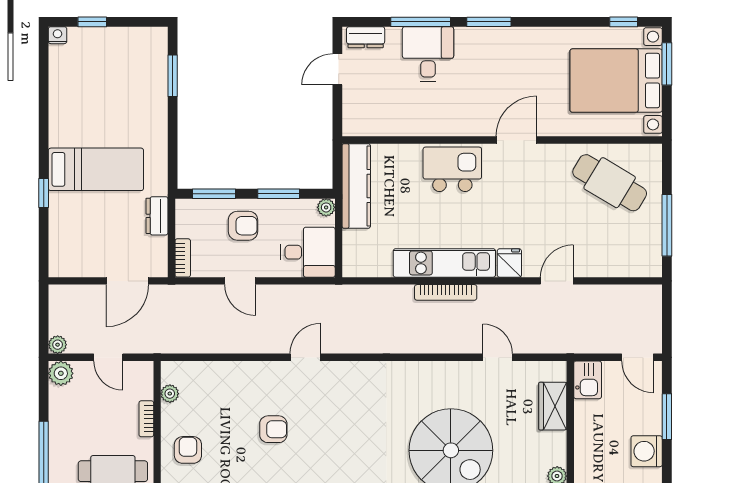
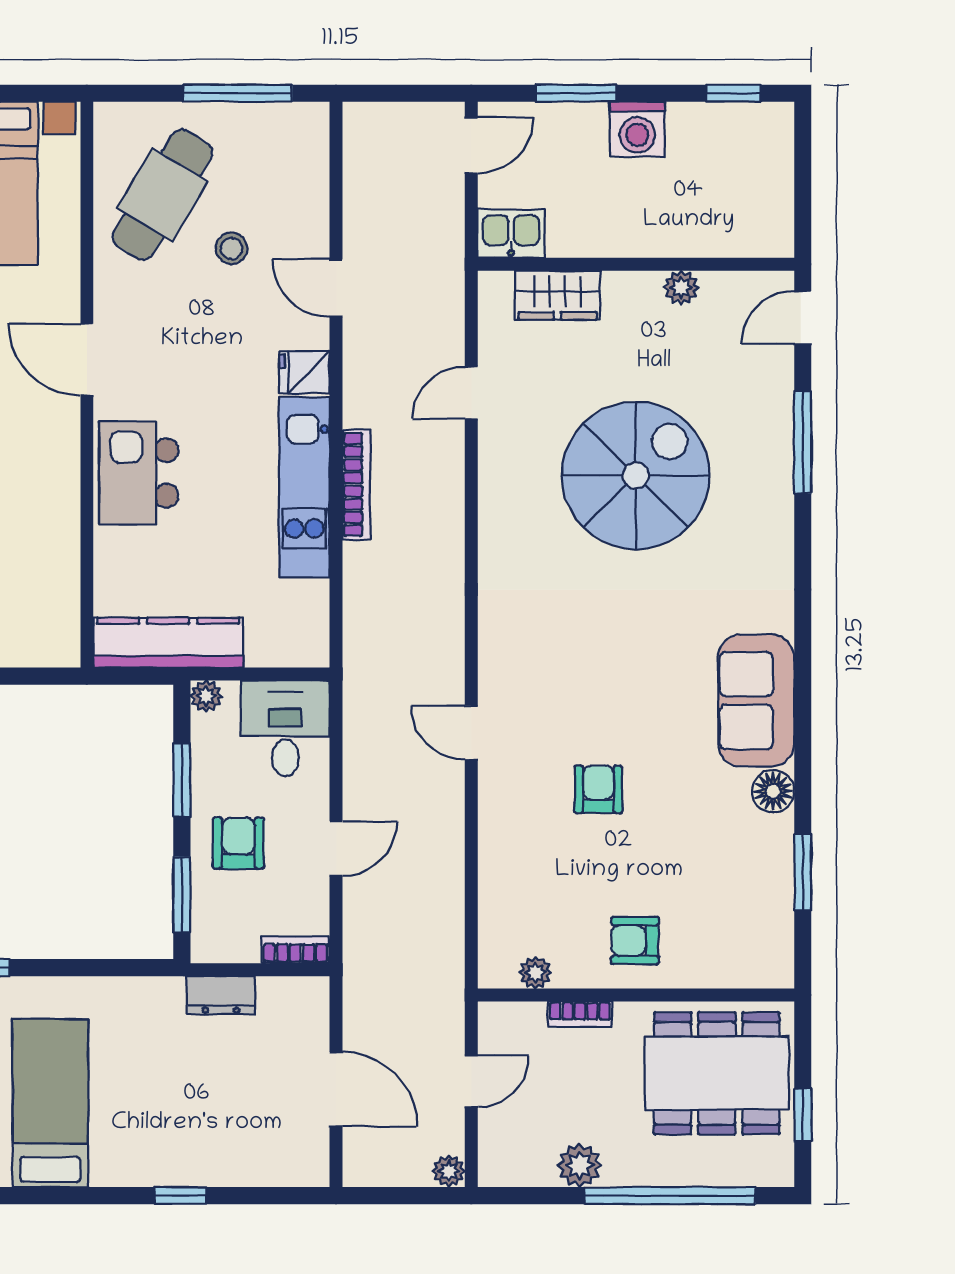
bed: (96, 169) -> (50, 1103), moved
stool: (579, 222) -> (232, 248), added
door: (127, 281) -> (336, 1089), moved
plant: (61, 373) -> (580, 1165), moved

